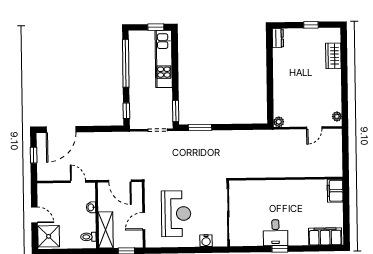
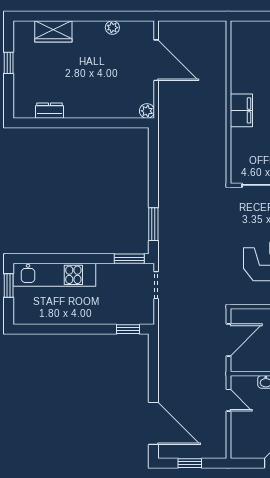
dresser: (278, 38) -> (50, 111), moved
window: (126, 63) -> (60, 329), removed
plant: (337, 116) -> (112, 28), moved
door: (314, 128) -> (156, 60), width x1.88
door: (78, 182) -> (229, 400), swing flipped
filing cabinet: (335, 191) -> (241, 110), moved, turned -90

